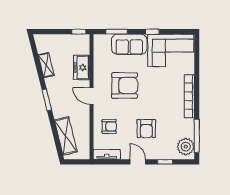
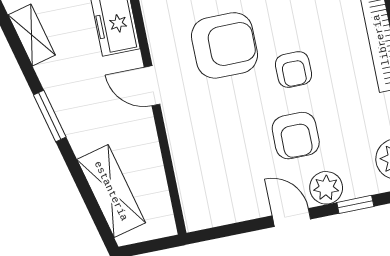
armchair: (109, 126) -> (293, 70), moved, turned 90
plant: (154, 153) -> (326, 188), added
tv unit: (107, 154) -> (215, 215), removed

